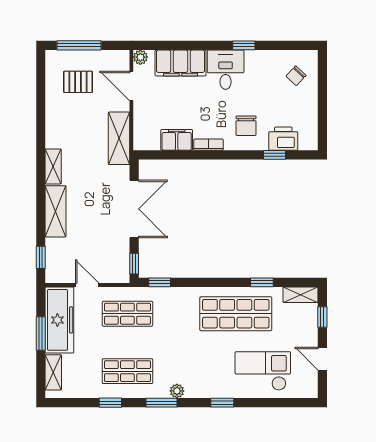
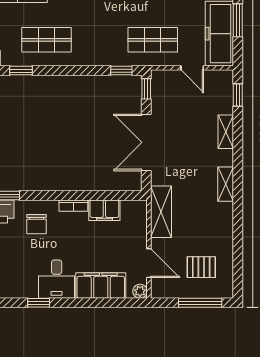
chair: (246, 126) -> (37, 224), turned 180
shelving: (56, 211) -> (226, 132), width x0.67, depth x0.75
shop shelf: (236, 314) -> (47, 40), width x0.70, depth x0.74

